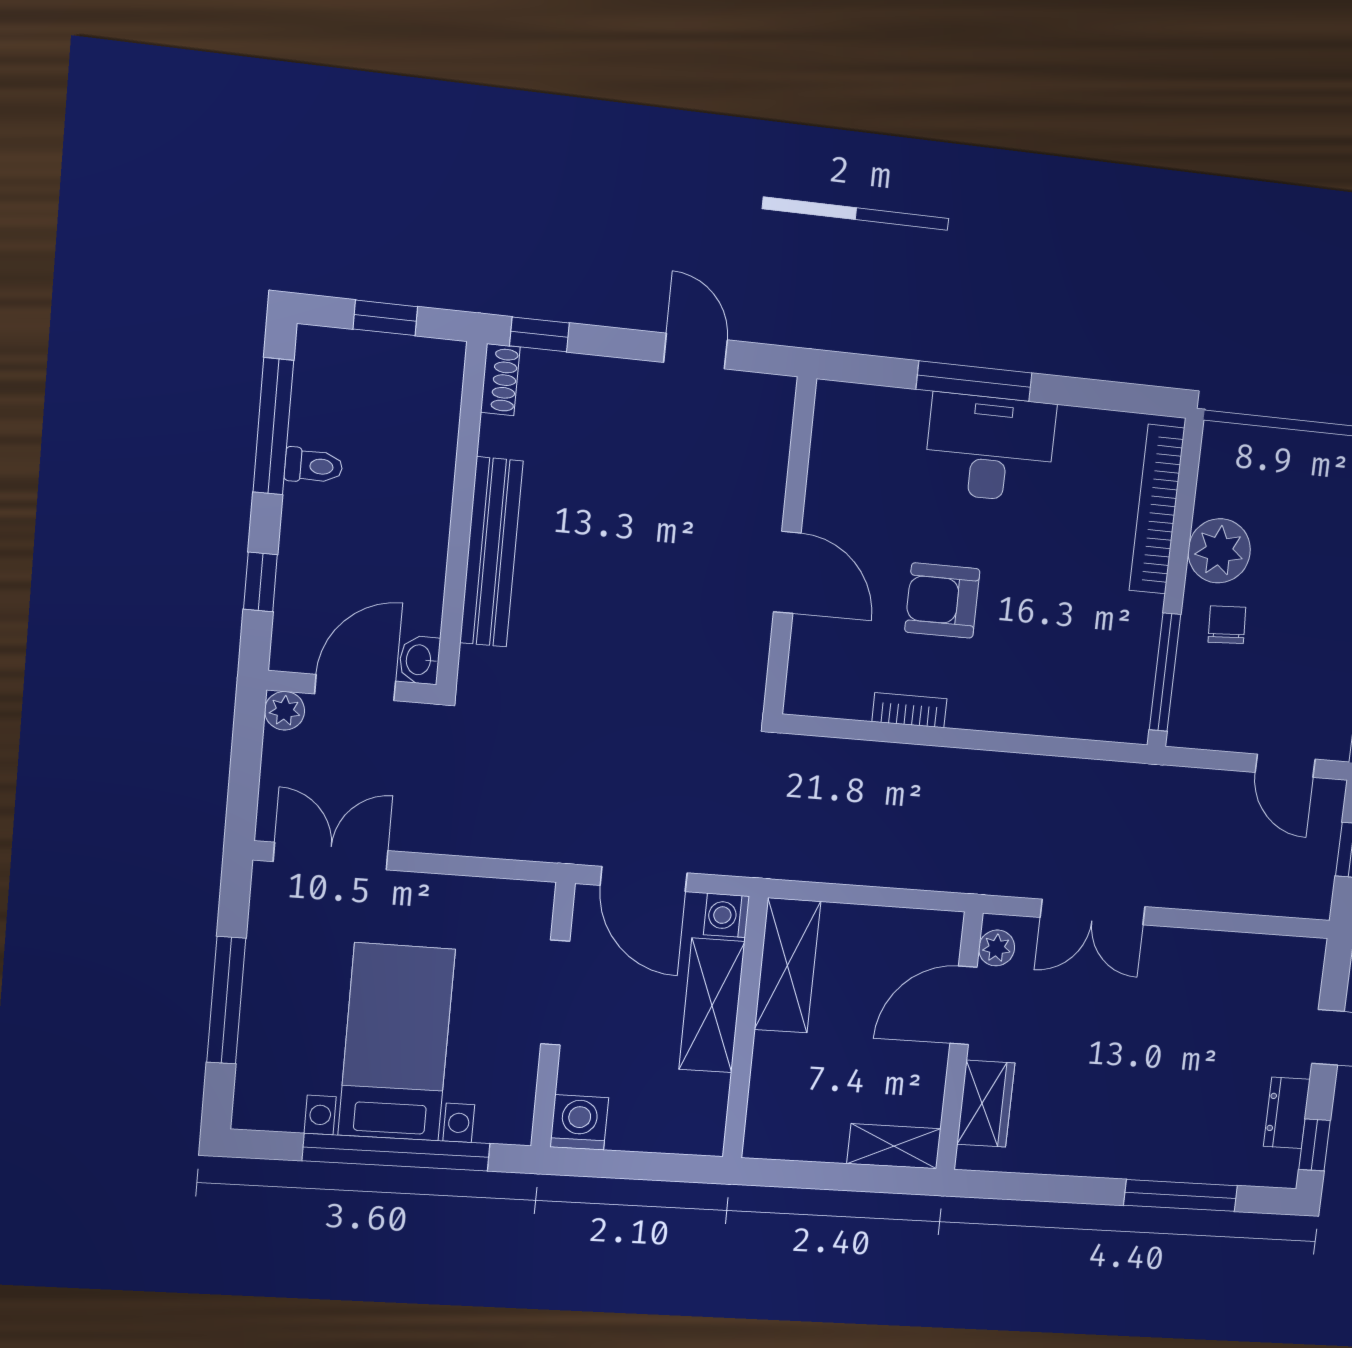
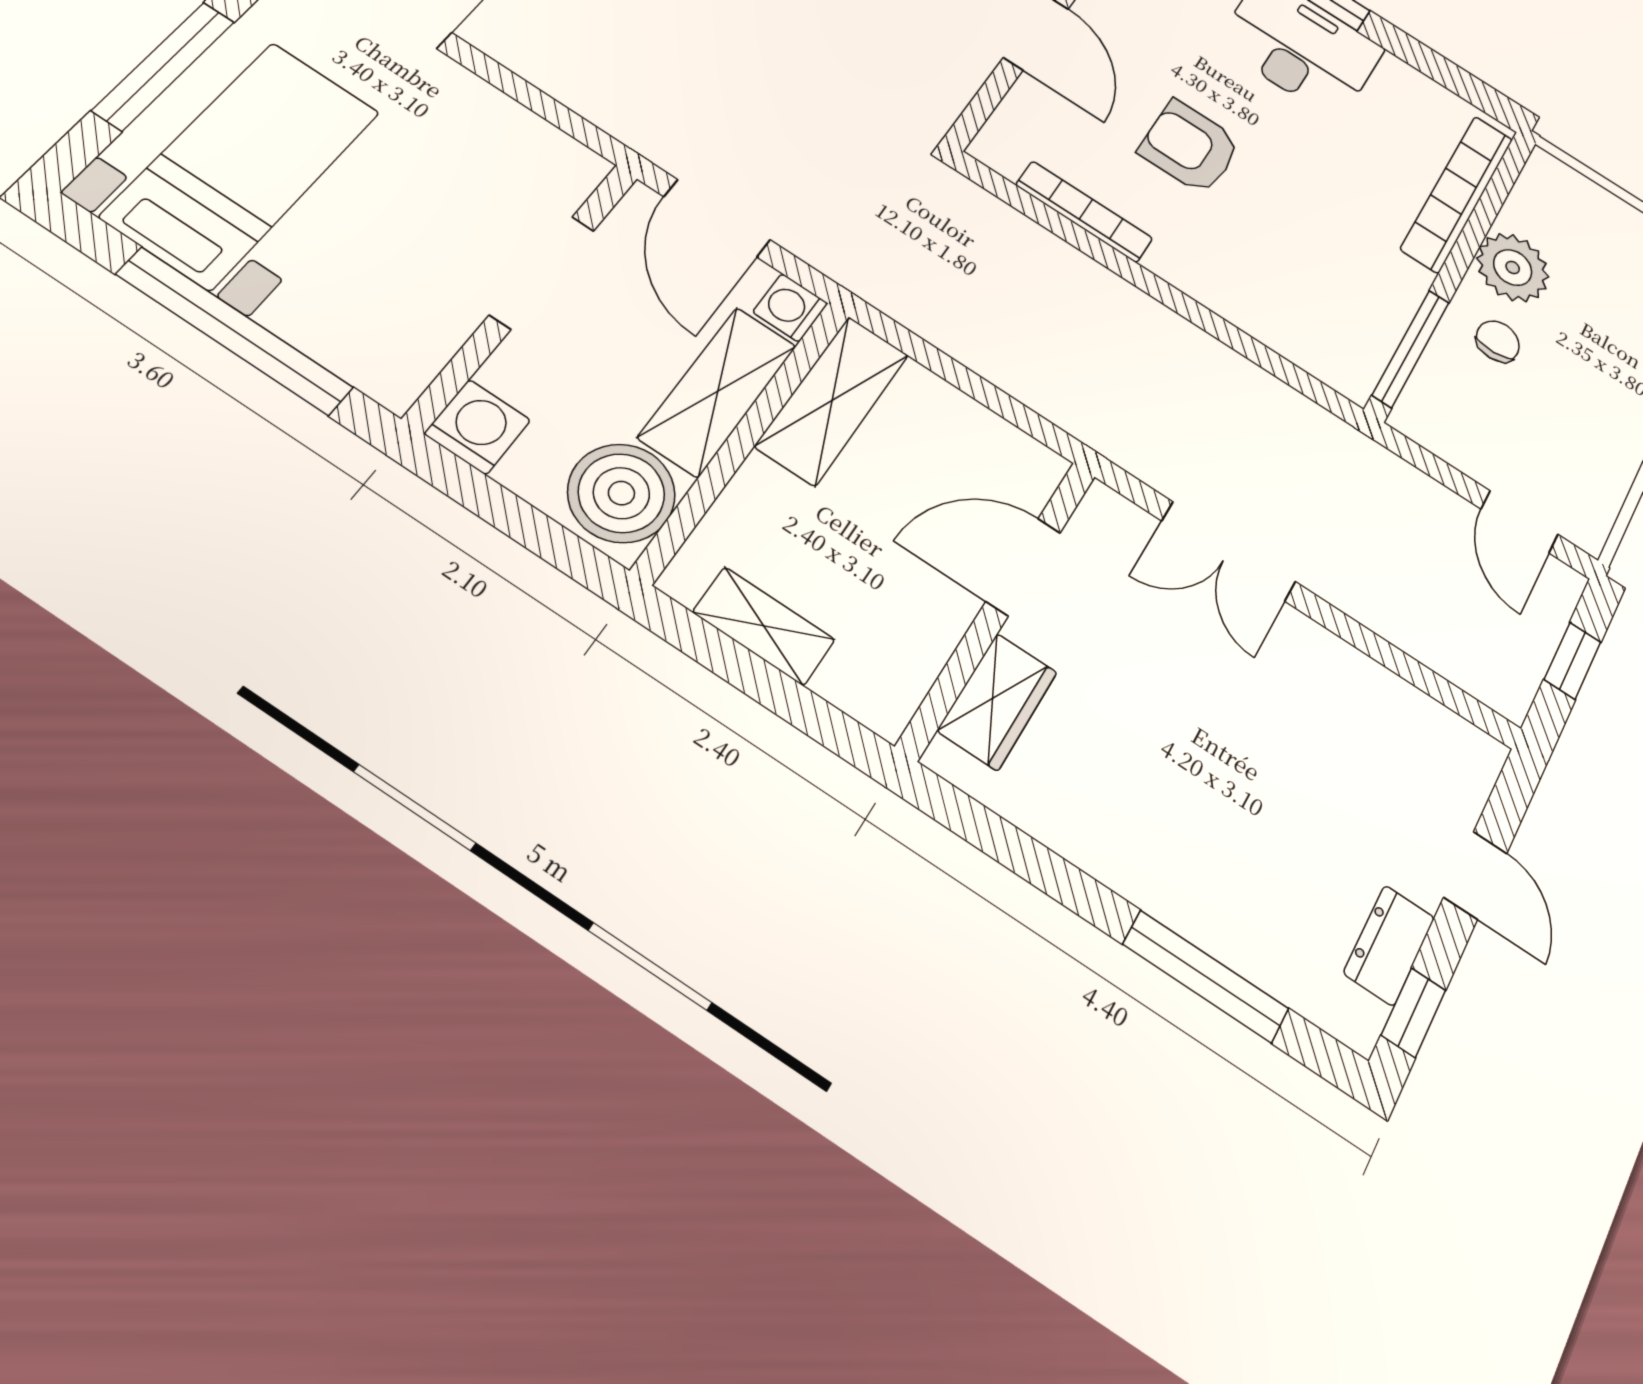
bookcase: (909, 710) -> (1084, 212), width x1.56
plant: (997, 948) -> (1094, 525), removed
bed with nightstands: (397, 1042) -> (242, 164), moved
boiler: (690, 1111) -> (621, 493), added
shelving: (894, 1146) -> (764, 626), moved

